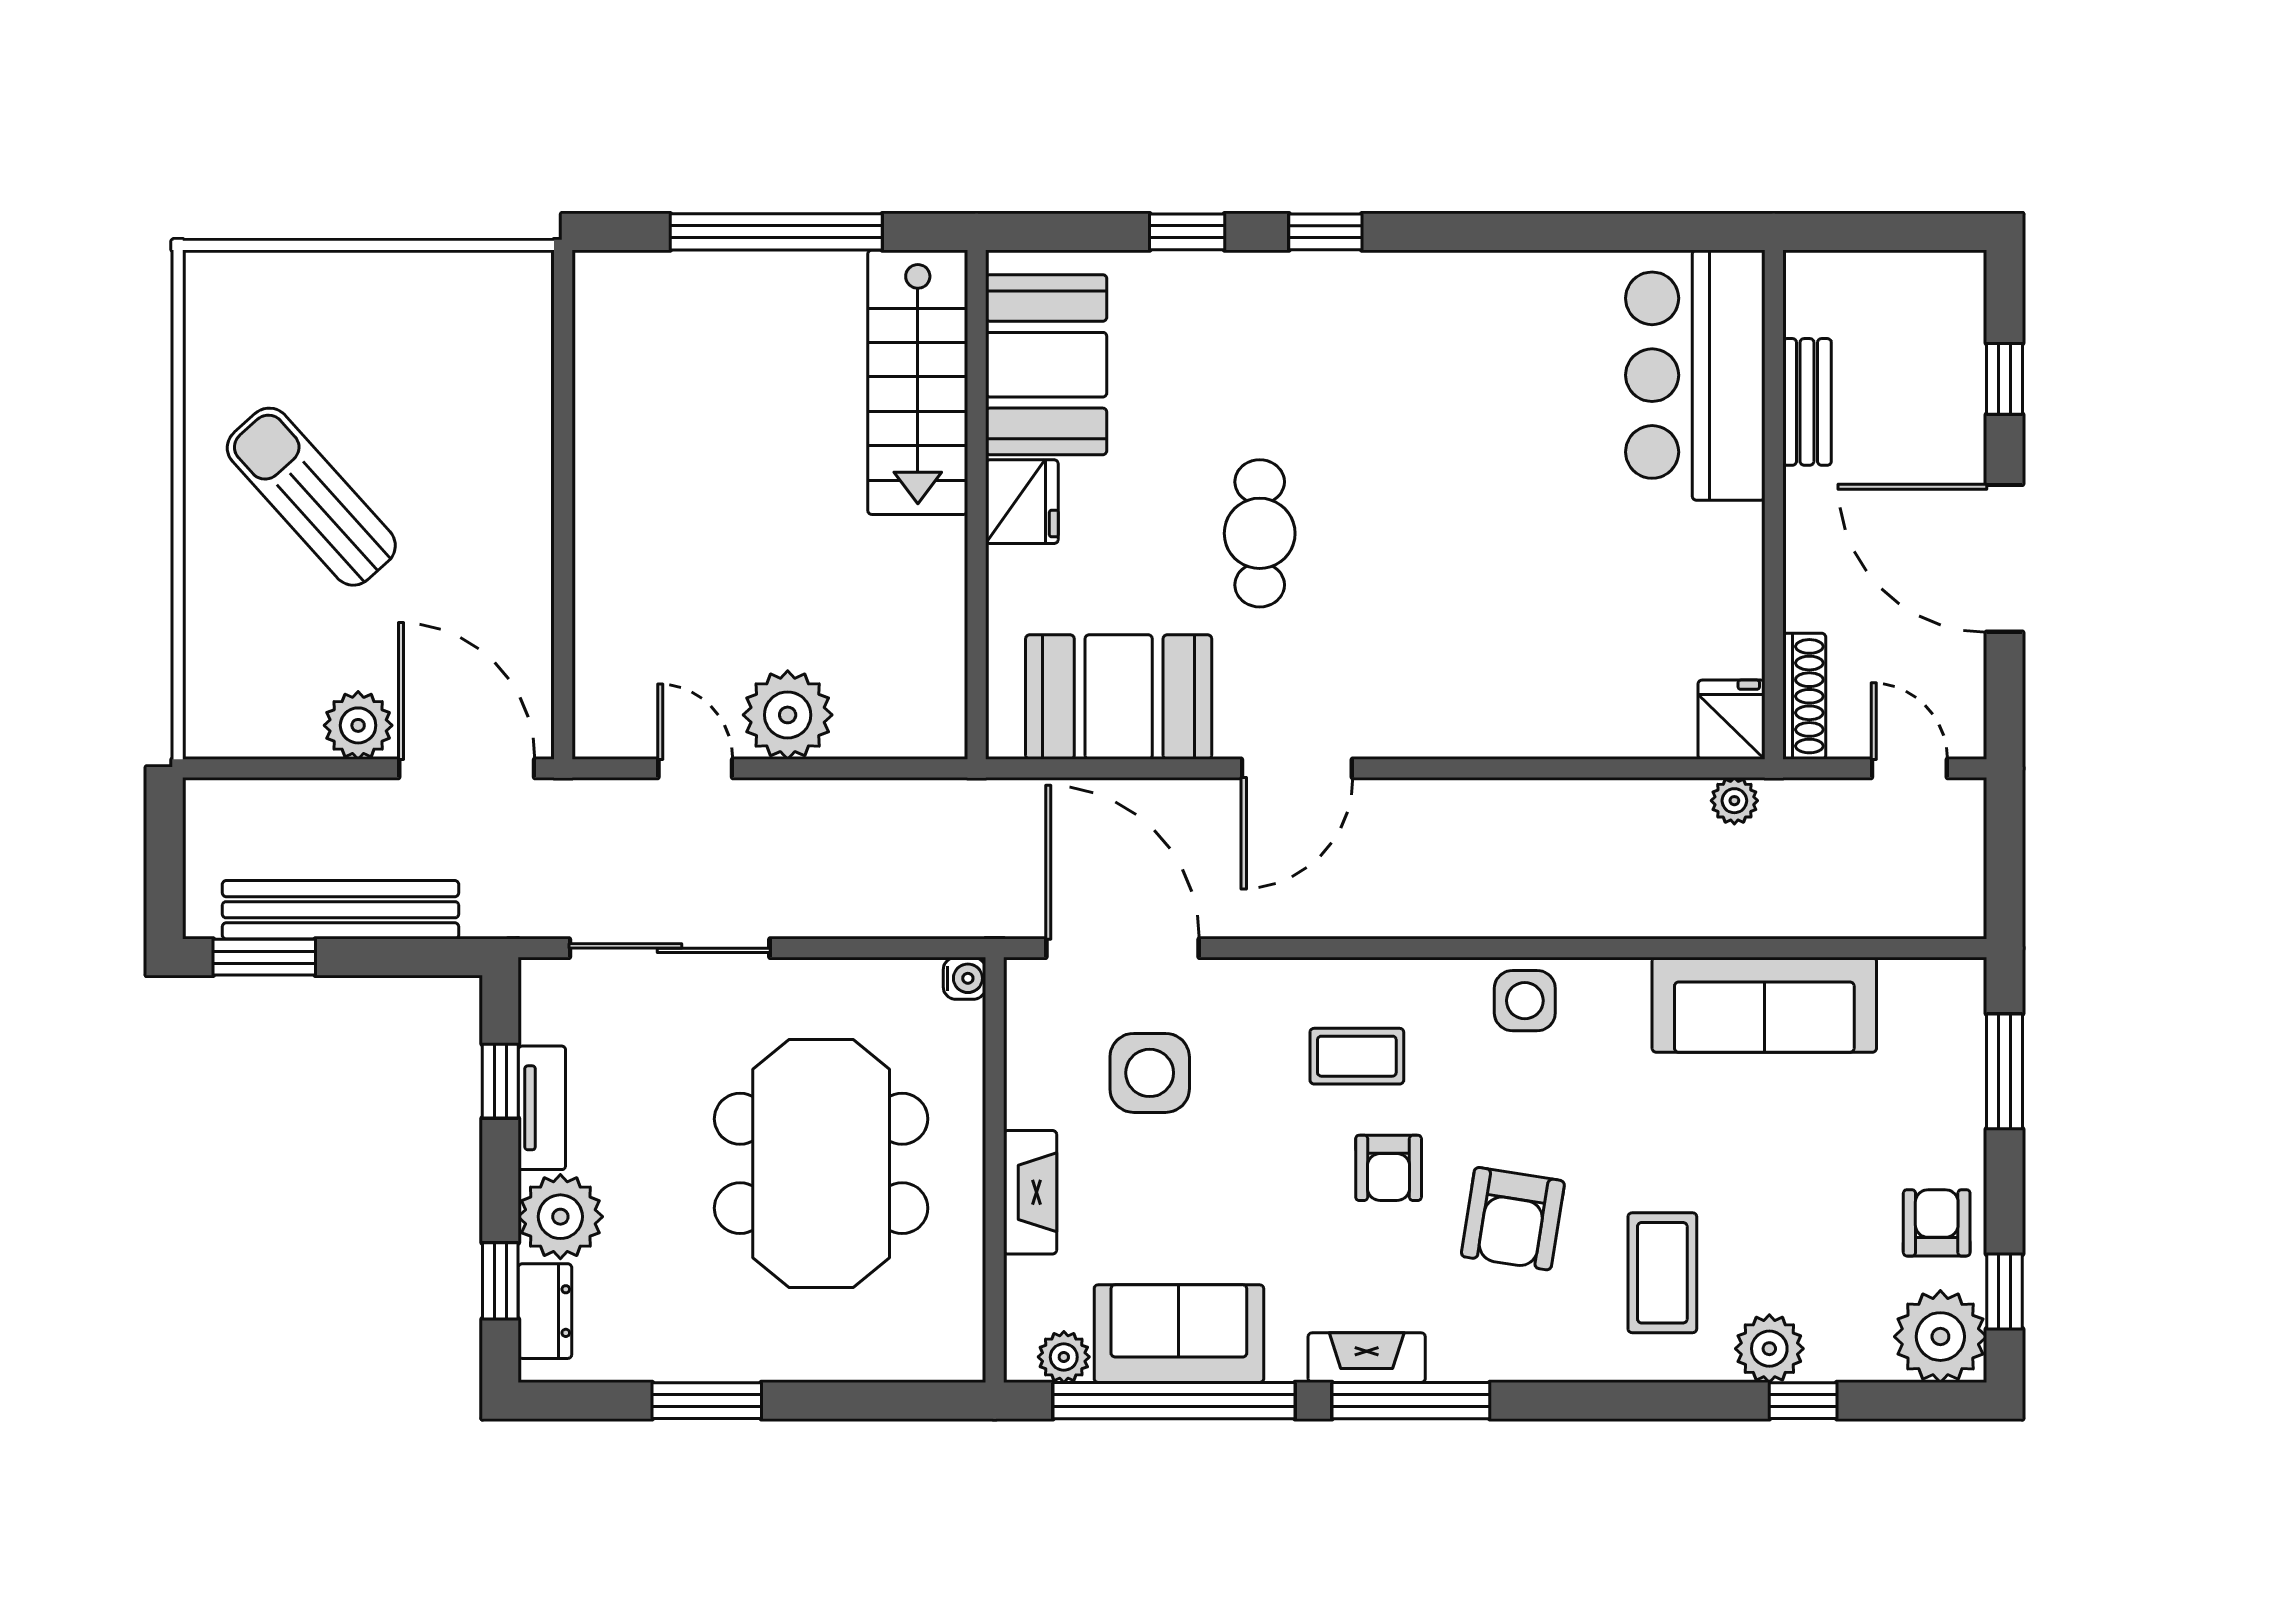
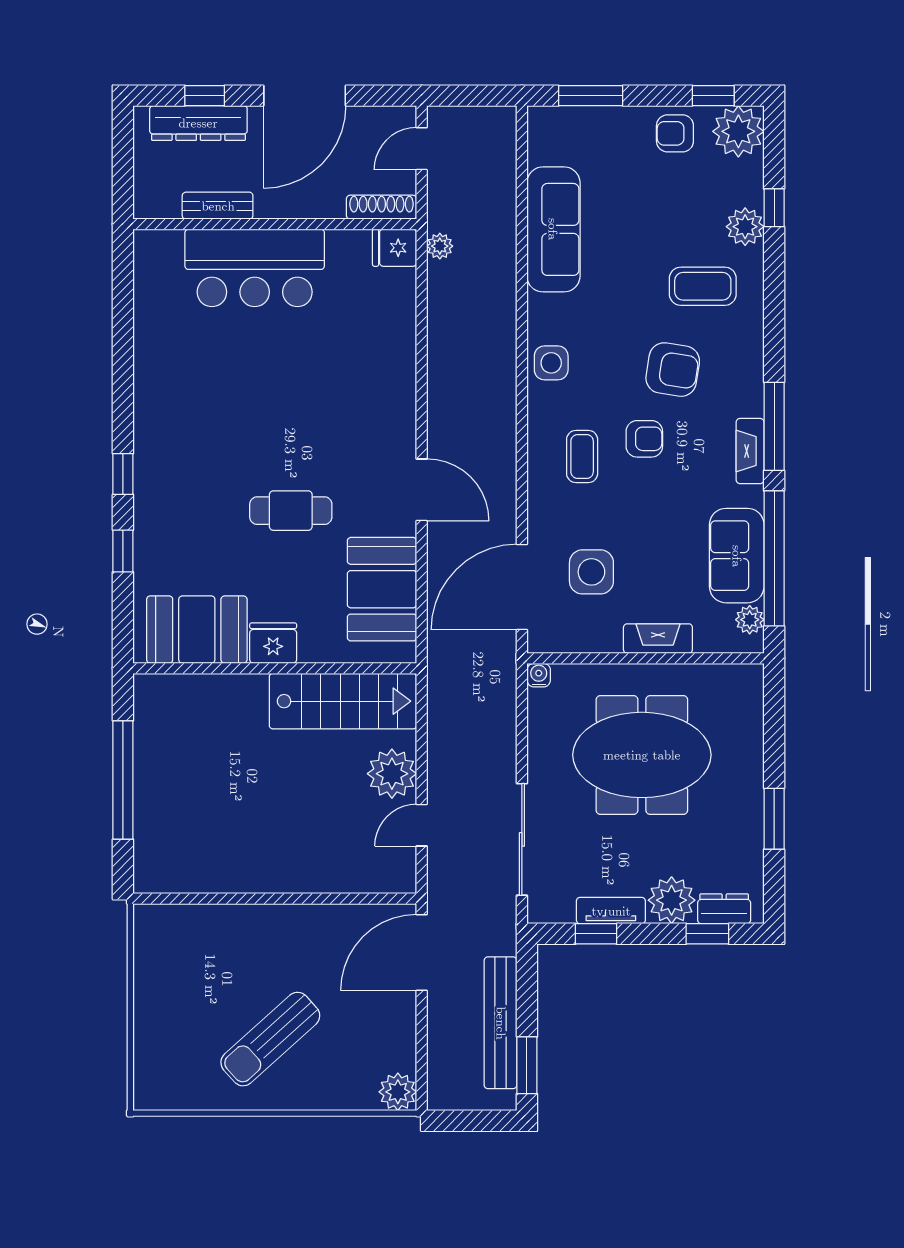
dresser: (1955, 368) -> (198, 123), added
bar counter: (1695, 375) -> (255, 268), moved
stairs: (918, 382) -> (343, 701), moved
plant: (358, 725) -> (398, 1092), moved

